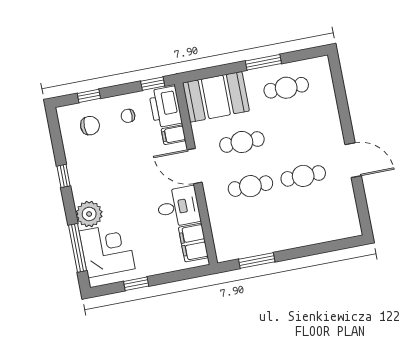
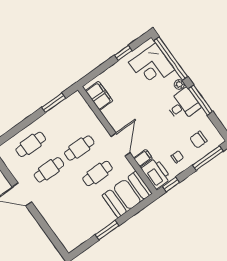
cafe table: (286, 88) -> (31, 144), moved
window: (89, 96) -> (208, 158), width x2.17
door: (195, 166) -> (121, 144), hinge flipped
window: (64, 176) -> (200, 100), width x2.17
desk: (178, 207) -> (183, 105), moved, turned 180
plant: (89, 214) -> (179, 84), width x0.53, depth x0.53
window: (77, 248) -> (171, 59), width x1.46

